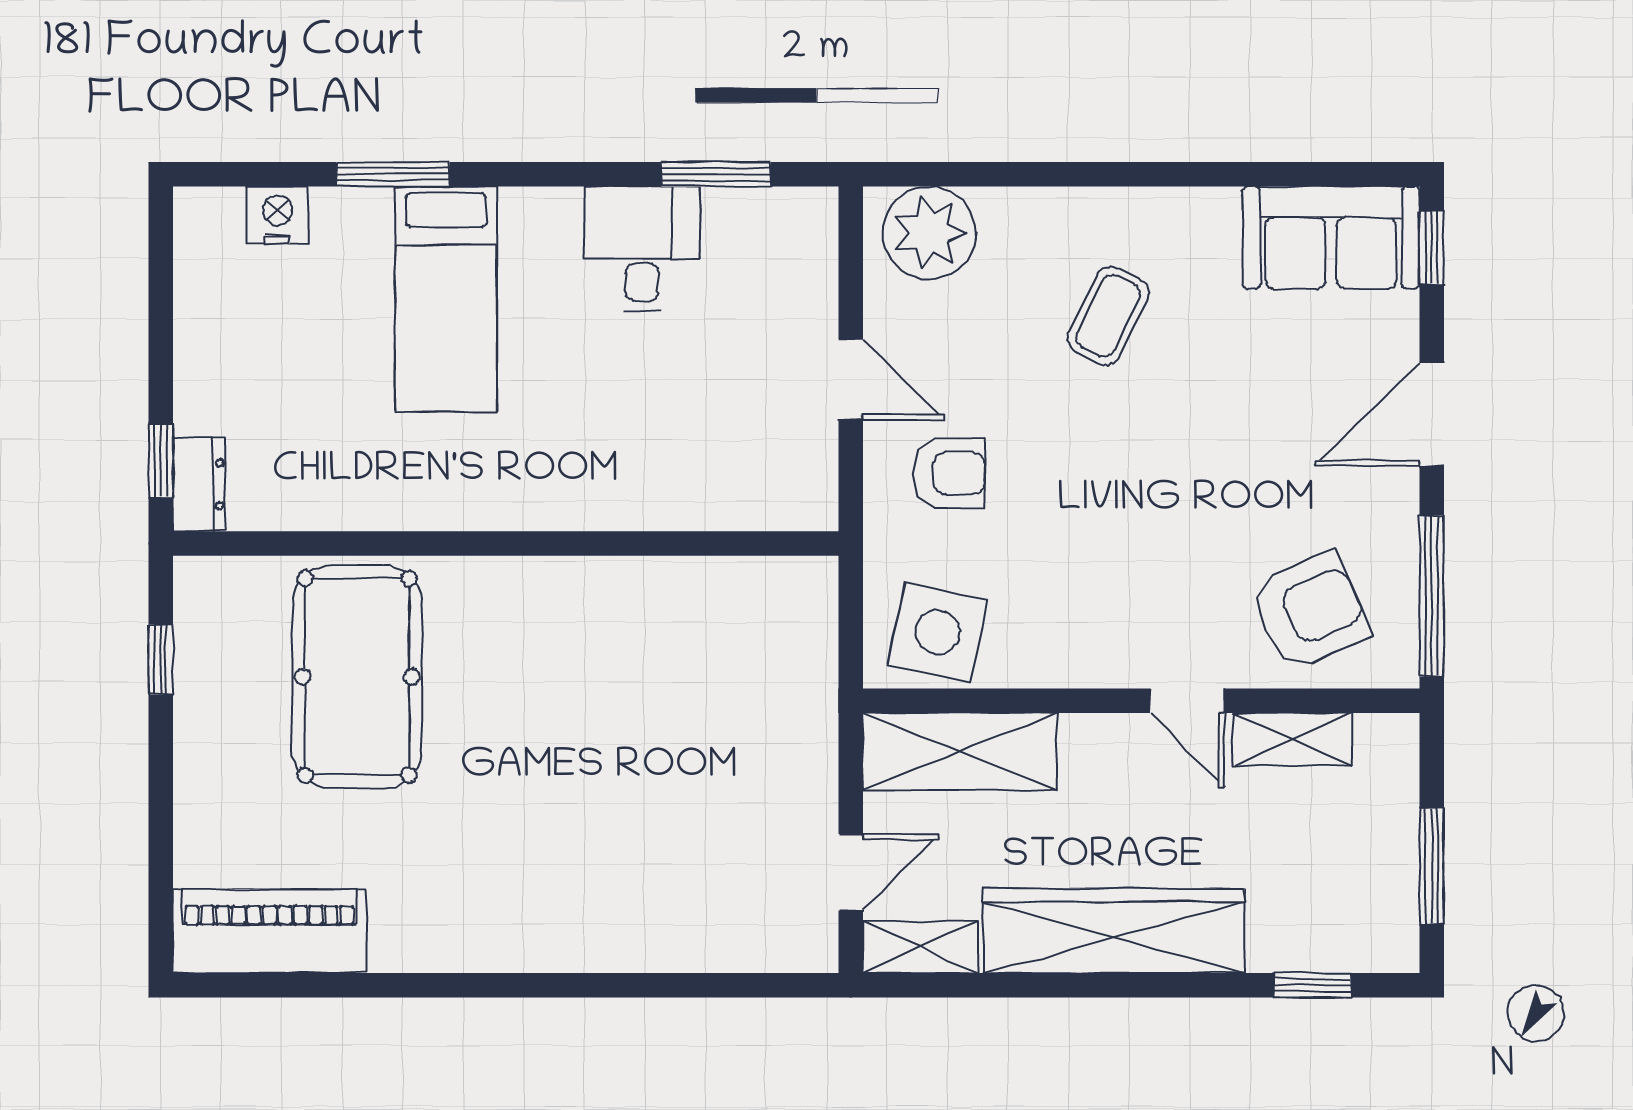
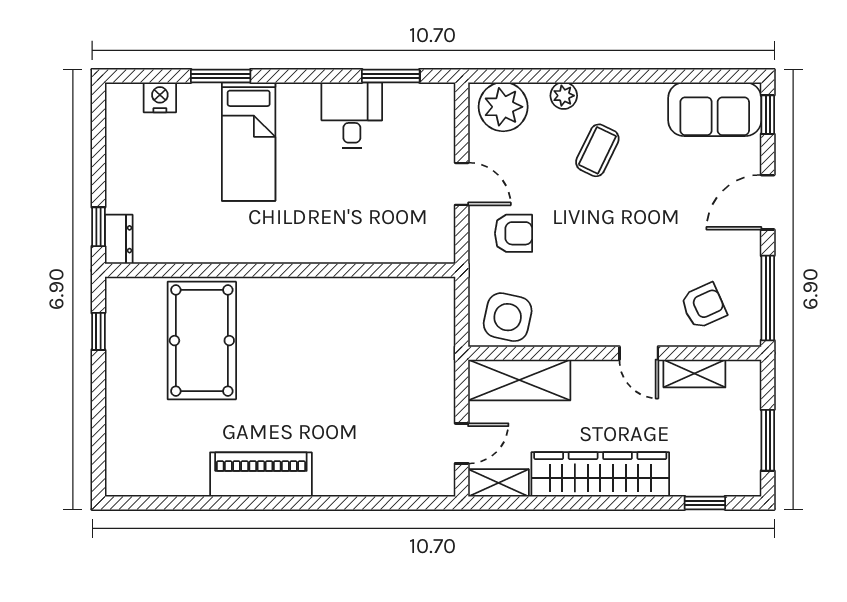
plant: (1044, 212) -> (564, 96), added
armchair: (1310, 611) -> (703, 306), width x0.72, depth x0.72
piano: (269, 931) -> (261, 474), moved

